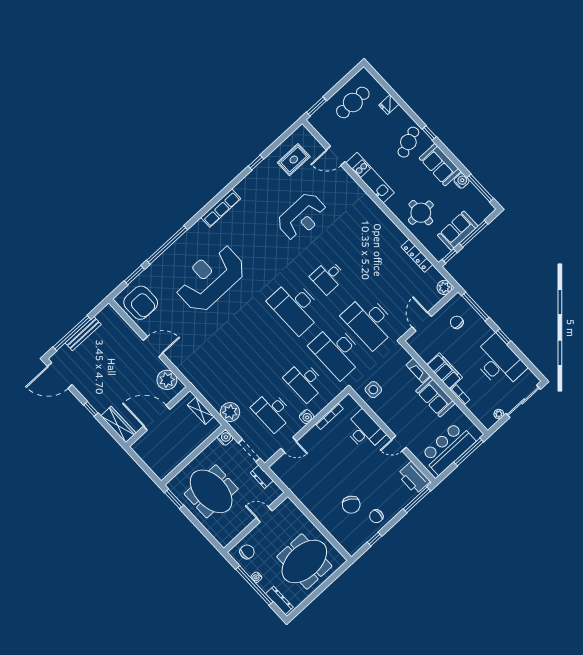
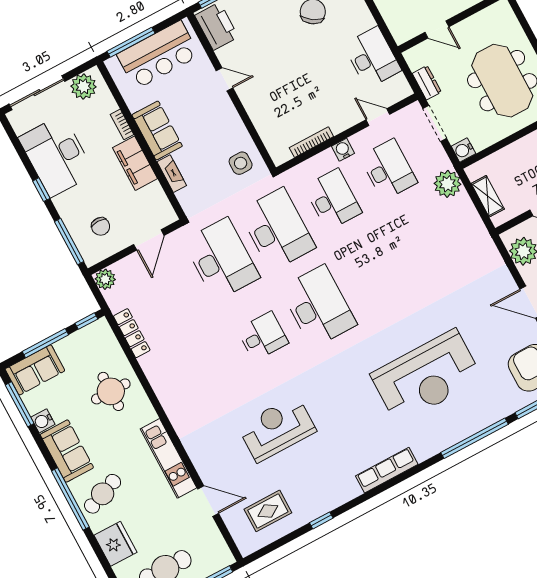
fridge: (389, 105) -> (116, 544), width x1.88, depth x1.34
window: (429, 133) -> (70, 499), width x3.17
sofa: (458, 231) -> (35, 370), moved
plant: (499, 414) -> (84, 87), width x1.87, depth x1.87
desk: (364, 431) -> (372, 57), moved, turned 180

